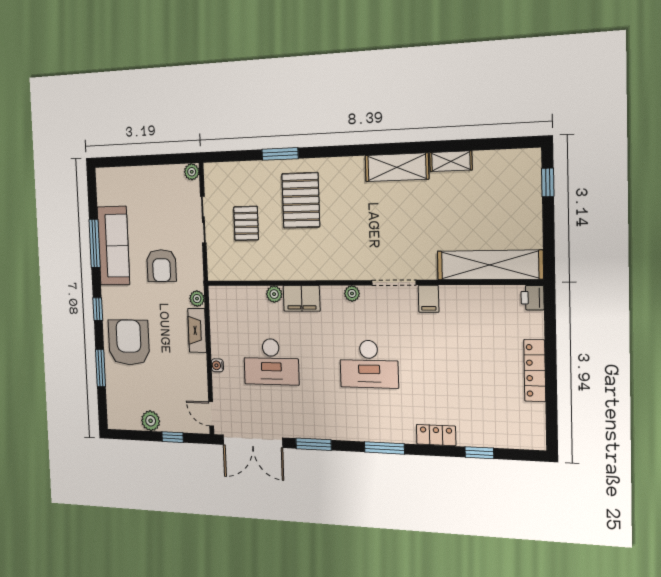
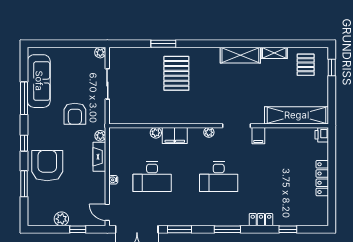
pallet: (246, 223) -> (306, 65), moved
sofa: (113, 246) -> (39, 81), moved

